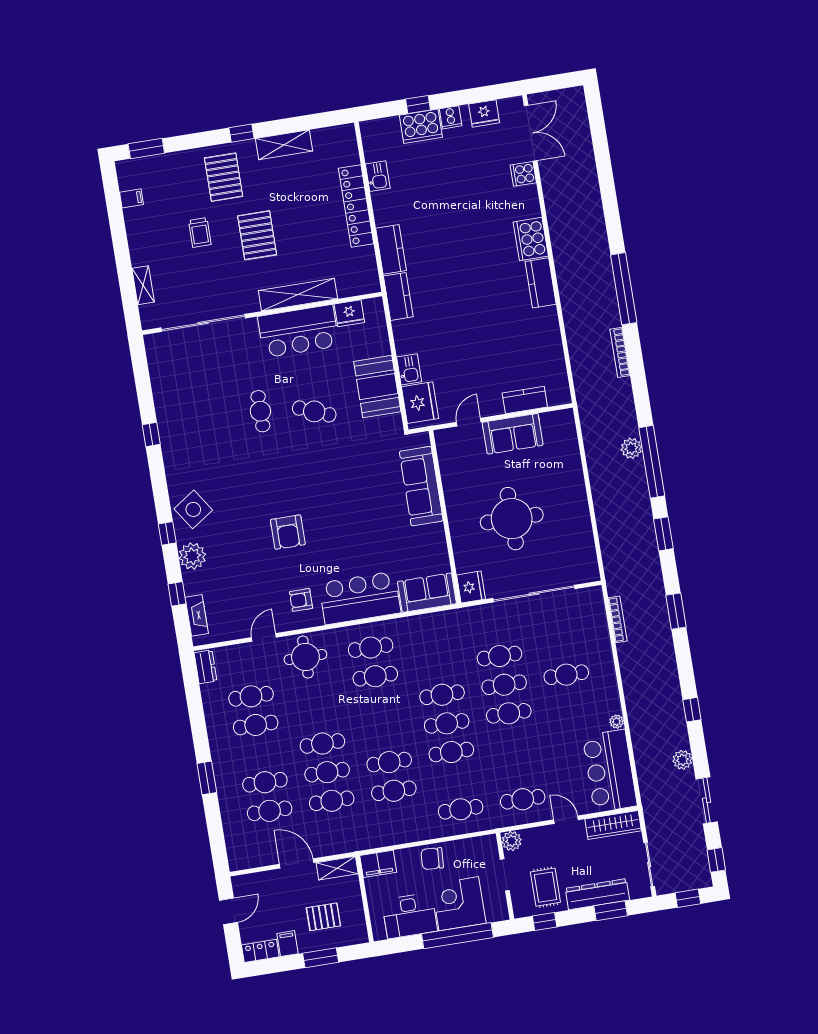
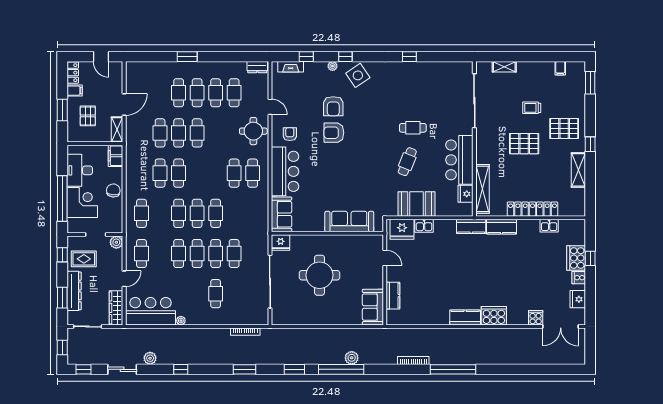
shelving: (298, 295) -> (483, 189), moved
sofa: (513, 434) -> (373, 307), moved
armchair: (247, 540) -> (333, 106), added
plant: (192, 556) -> (333, 66), width x0.53, depth x0.53
cafe table: (513, 742) -> (179, 253), added
cafe table: (270, 811) -> (197, 93), moved

